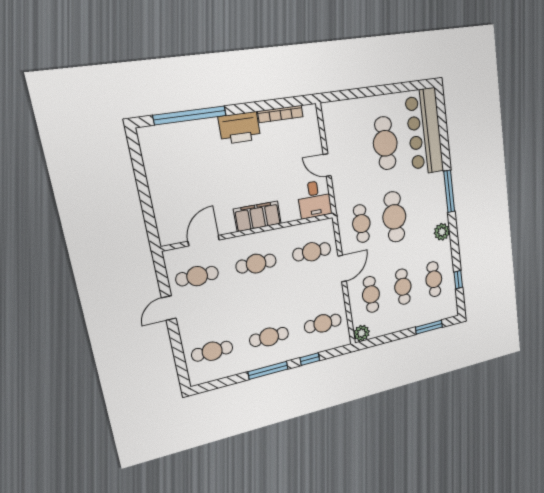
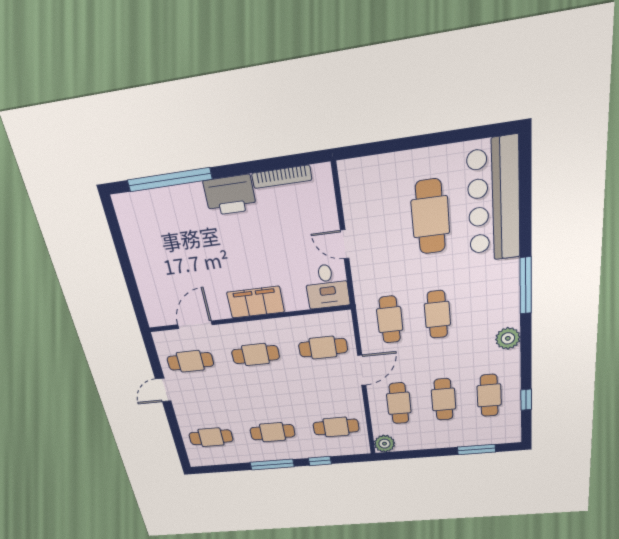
cafe table: (394, 217) -> (437, 315), width x0.73, depth x0.74

